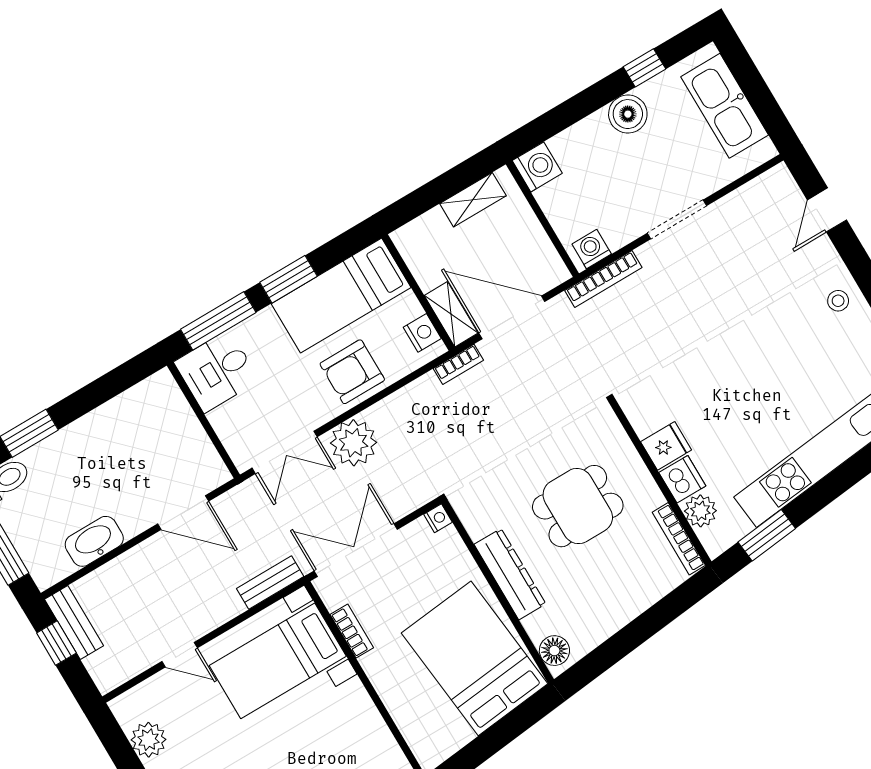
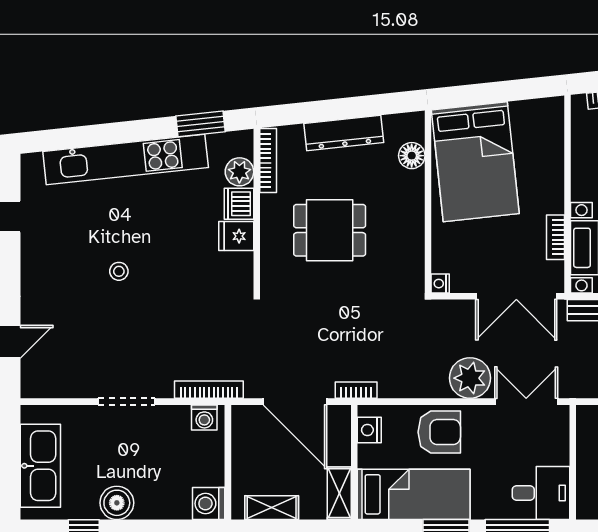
stool: (838, 301) -> (119, 271), moved
shelving: (451, 314) -> (339, 493), moved
dresser: (510, 574) -> (344, 133), moved, turned -96
floor lamp: (554, 651) -> (412, 156), moved

